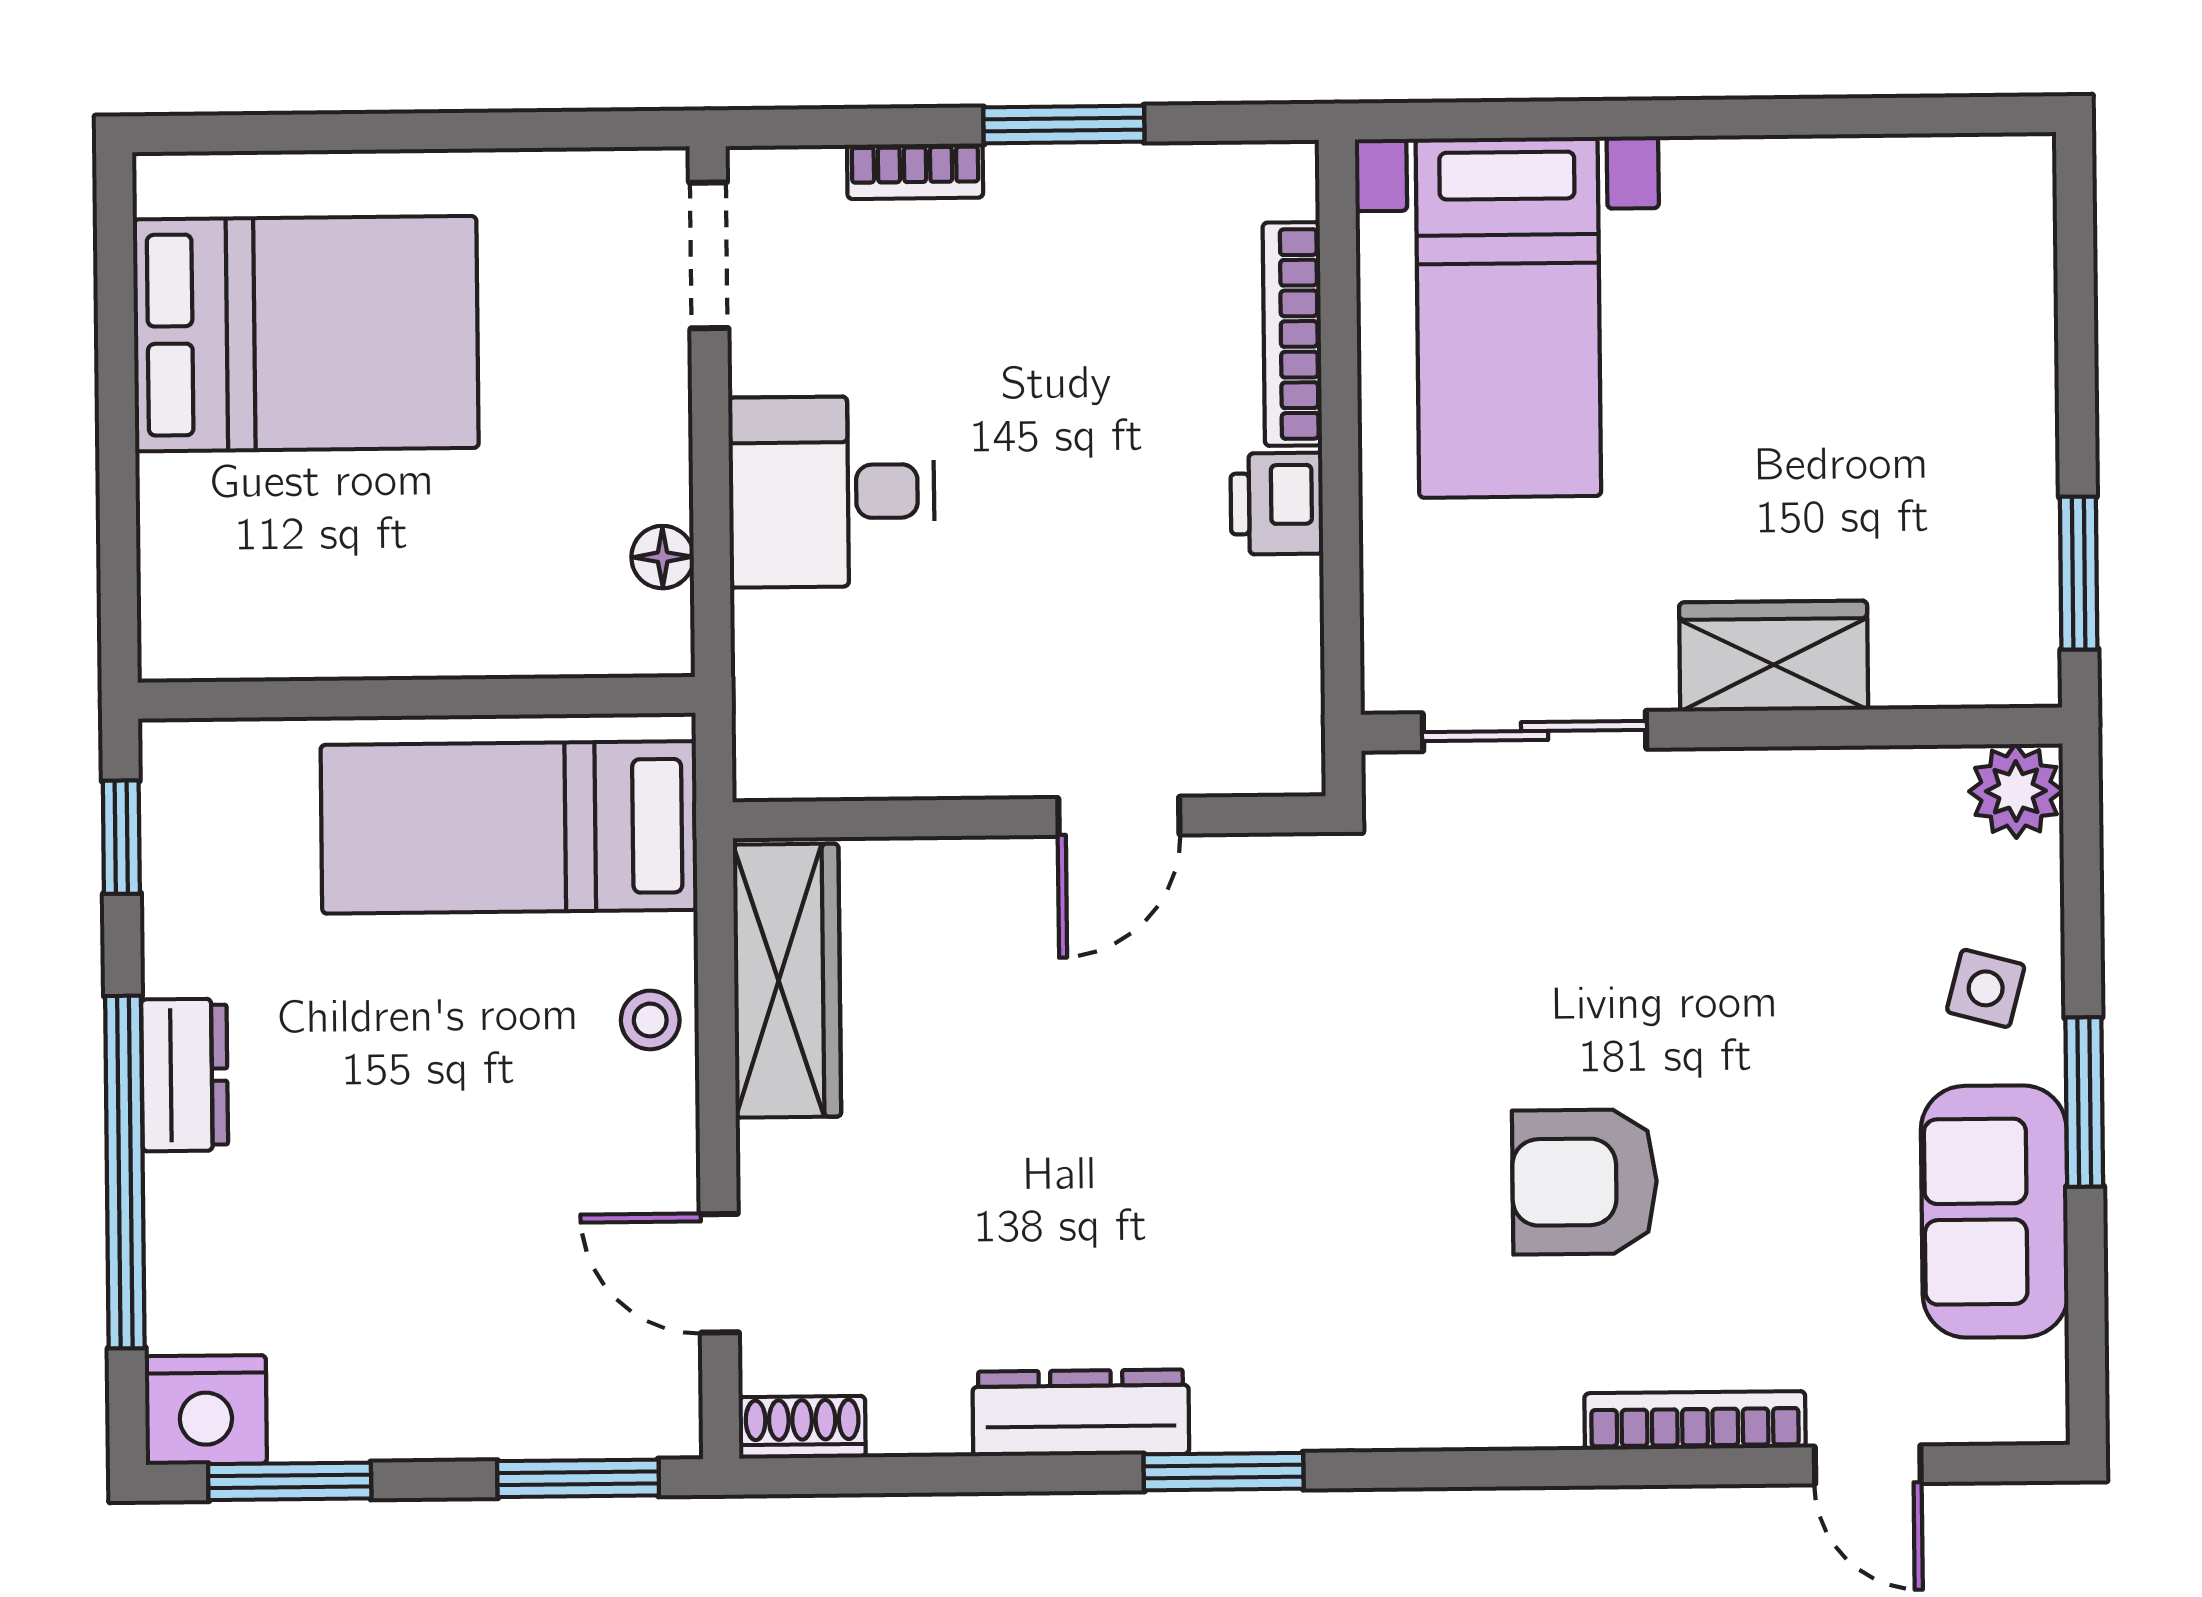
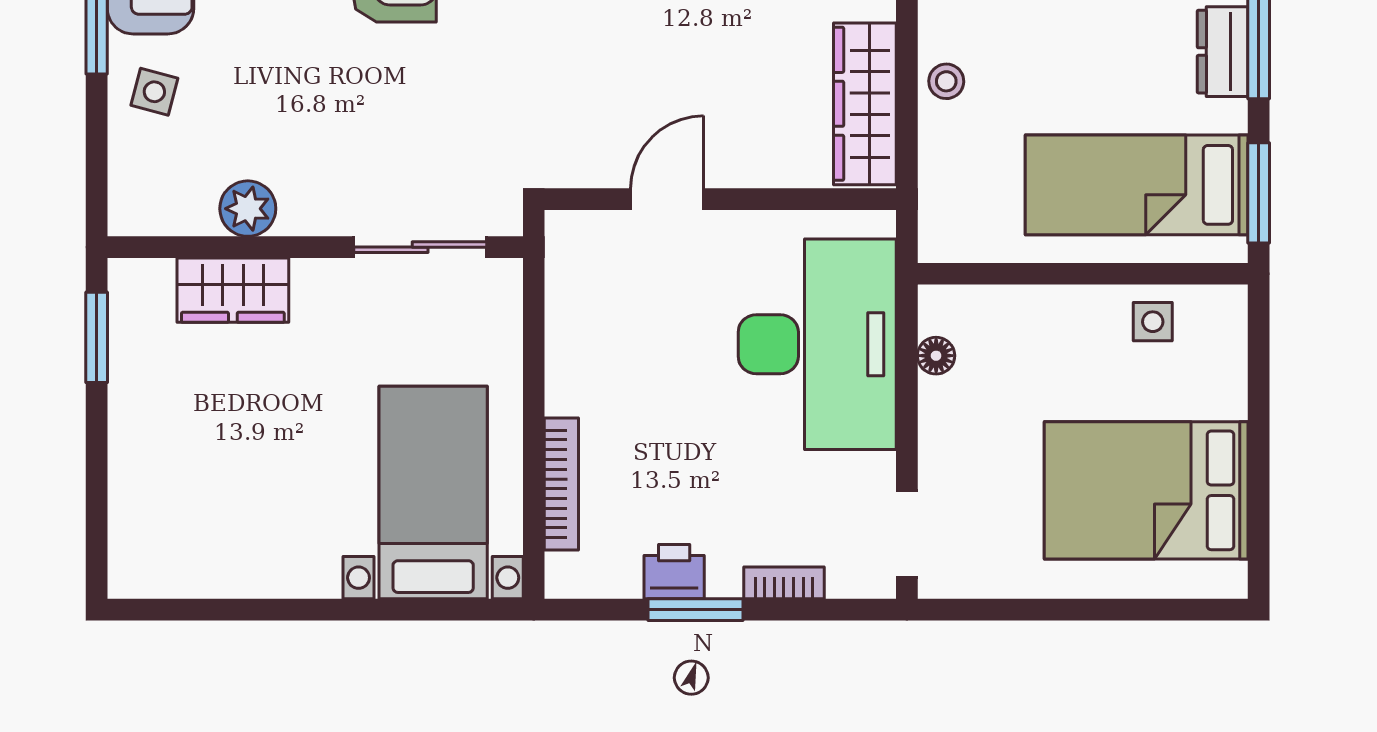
desk: (832, 492) -> (817, 344), width x1.87, depth x1.30
printer: (1277, 504) -> (674, 572), moved, turned -90
side table: (298, 618) -> (1153, 322), added
wardrobe: (1774, 656) -> (233, 290), moved
plant: (2016, 791) -> (248, 209), moved
bed: (509, 827) -> (1137, 185), moved, turned 180
window: (121, 837) -> (1259, 193), width x1.50

